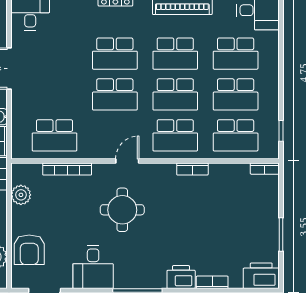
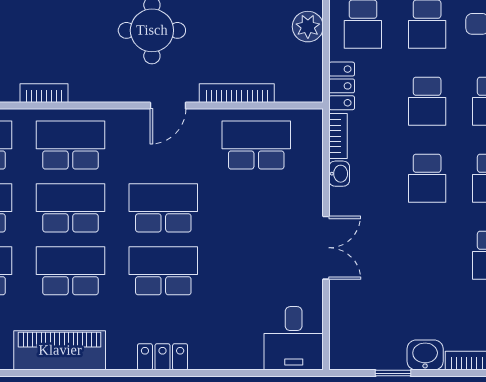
door: (127, 161) -> (168, 106), moved
plant: (21, 195) -> (308, 27), moved

